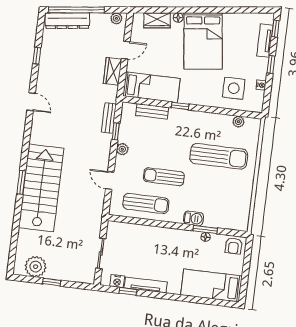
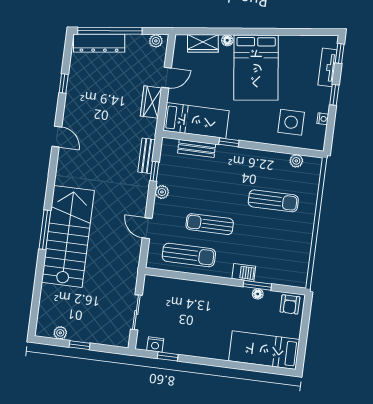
sun lounger: (219, 156) -> (273, 201), width x0.73, depth x0.75
window: (21, 182) -> (45, 230), width x1.44
plant: (36, 267) -> (60, 333), width x0.53, depth x0.53
tv unit: (146, 285) -> (188, 349), removed

